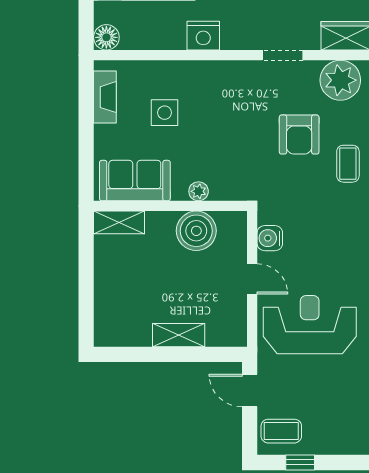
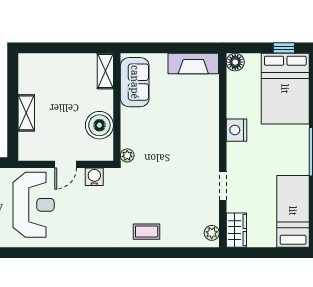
plant: (340, 80) -> (212, 233), width x0.53, depth x0.53
fireplace: (105, 97) -> (193, 64), width x1.37, depth x1.32
side table: (165, 113) -> (182, 103), removed
armchair: (299, 135) -> (167, 197), removed
plant: (199, 191) -> (127, 155), moved

